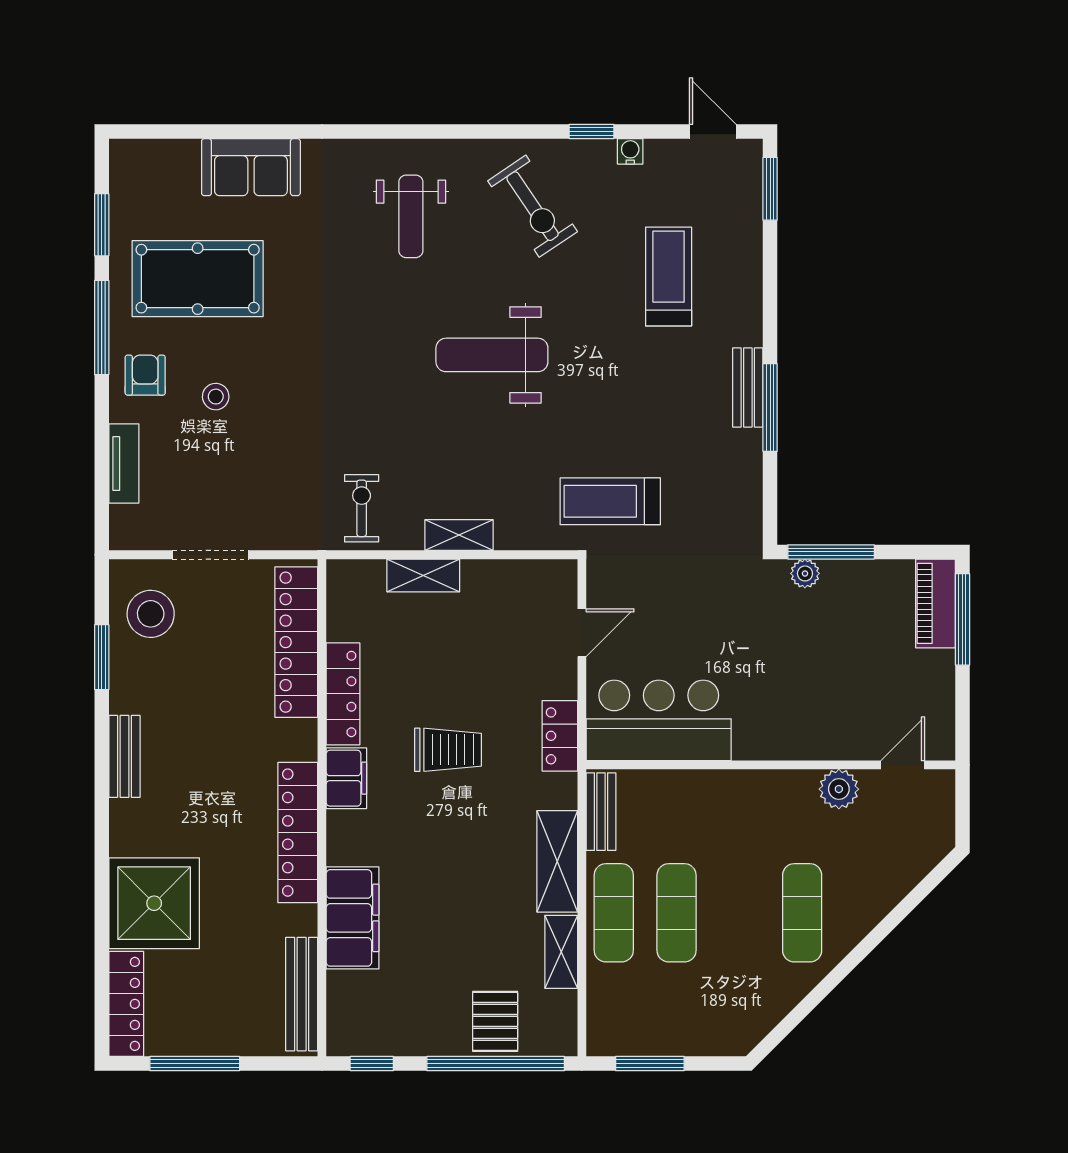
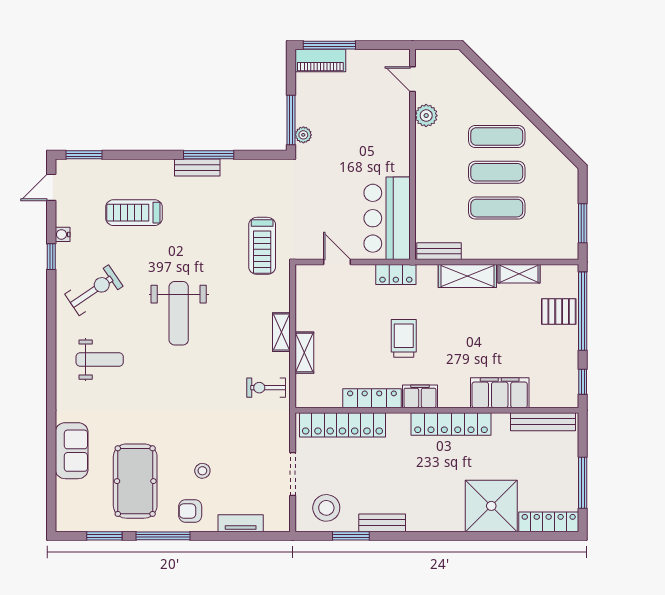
bench: (124, 756) -> (382, 523), moved
exercise mat: (614, 913) -> (497, 172), moved

